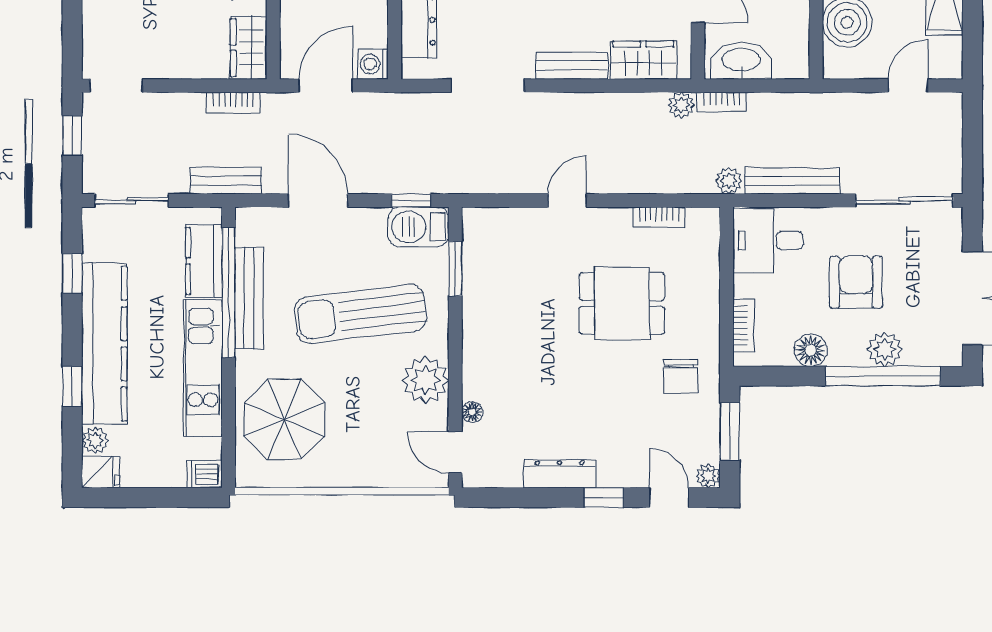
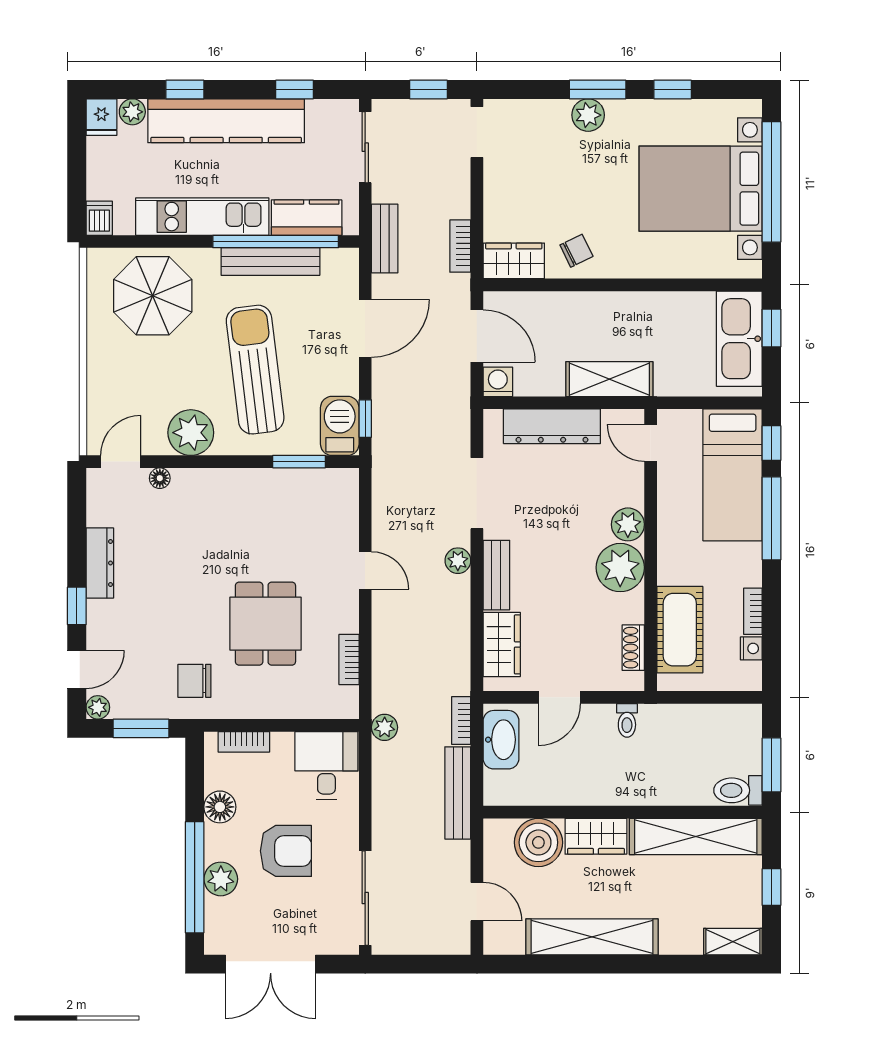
plant: (681, 105) -> (458, 561), moved
bench: (792, 181) -> (458, 793), moved

